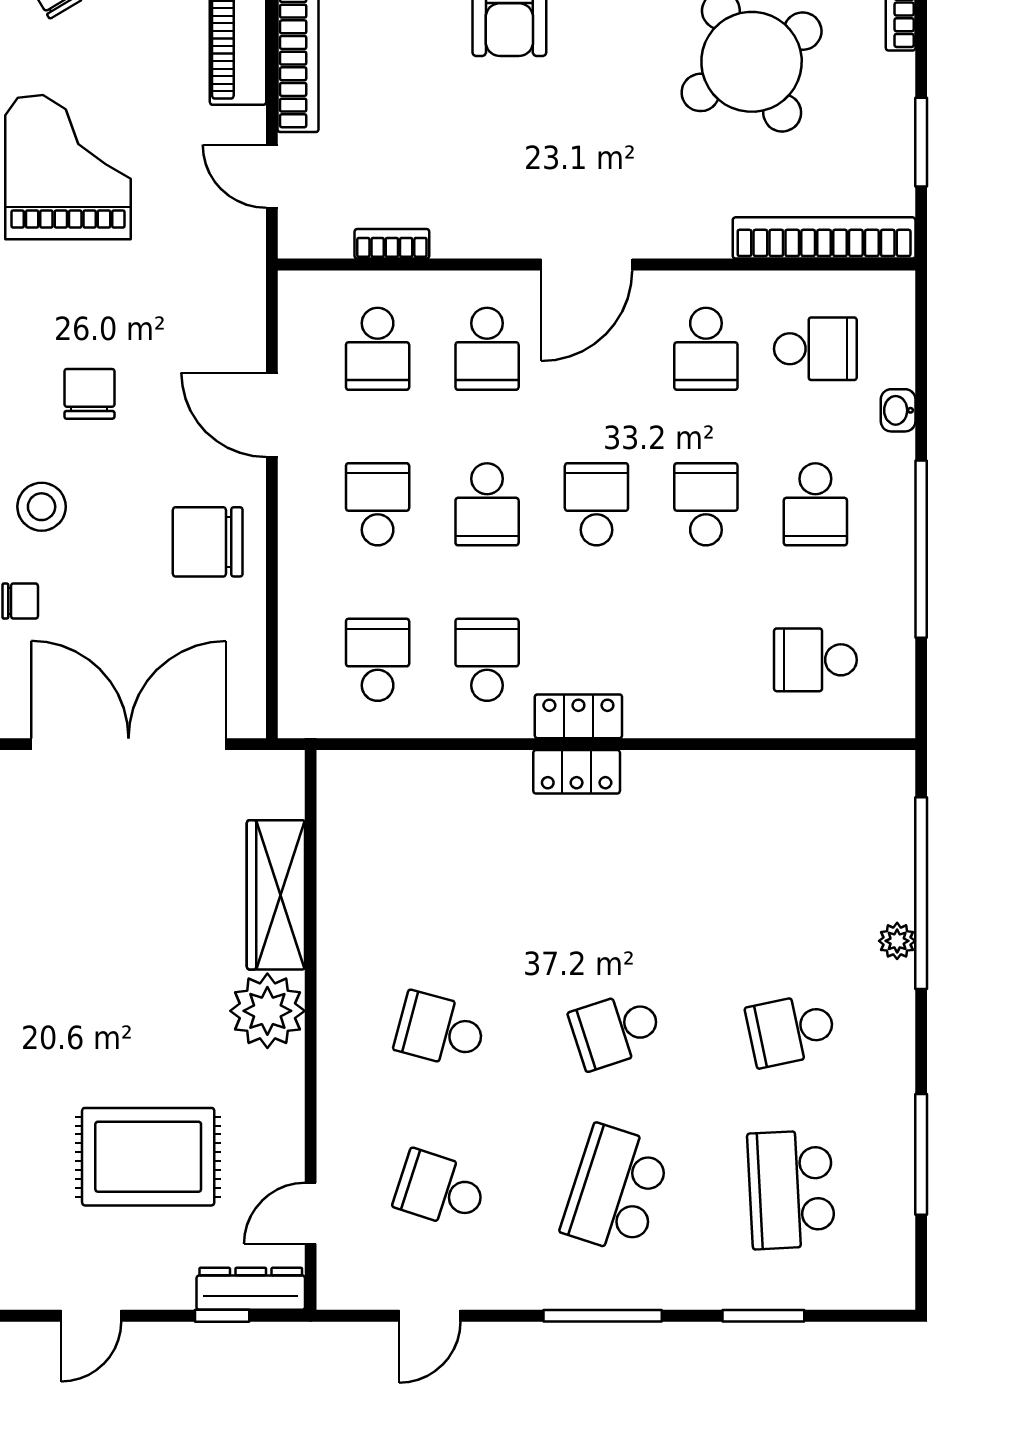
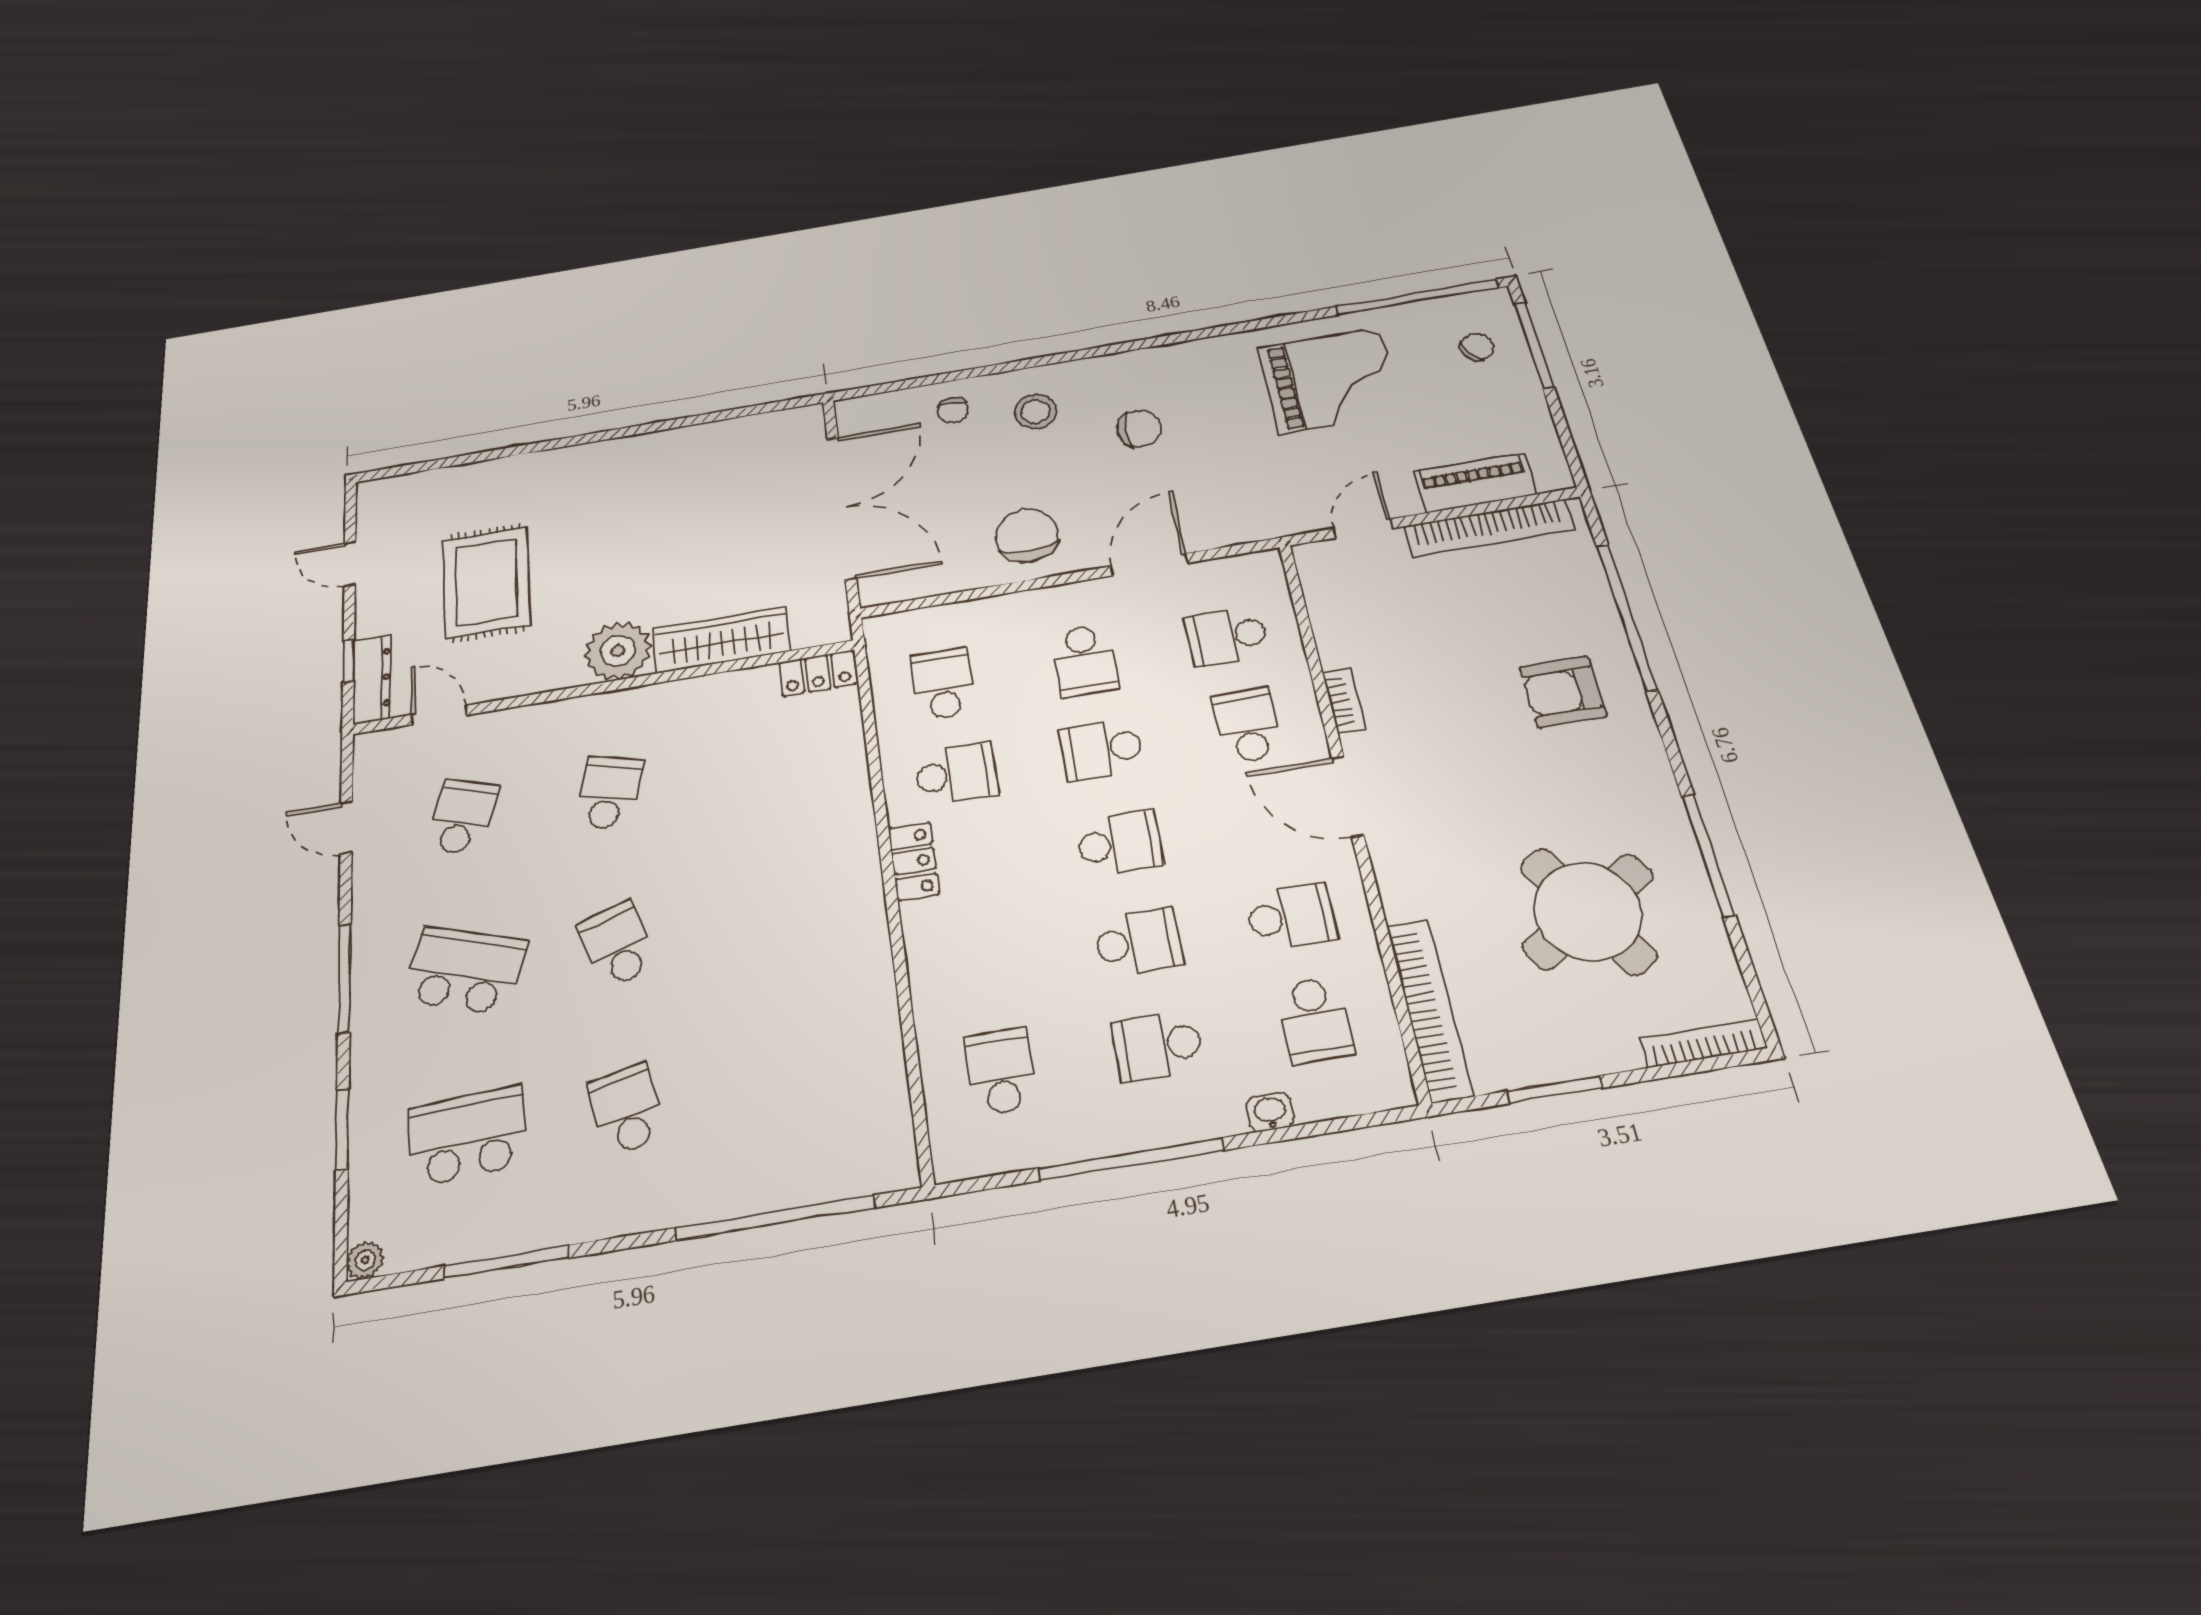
bookcase: (392, 244) -> (1344, 701), moved
school desk: (487, 349) -> (1247, 725), turned 90
school desk: (706, 349) -> (1291, 917), turned 180
school desk: (378, 504) -> (1085, 660), turned 90
school desk: (378, 660) -> (943, 684), turned -90
locker: (577, 772) -> (818, 673), moved, turned -90
plant: (897, 941) -> (365, 1260), moved

